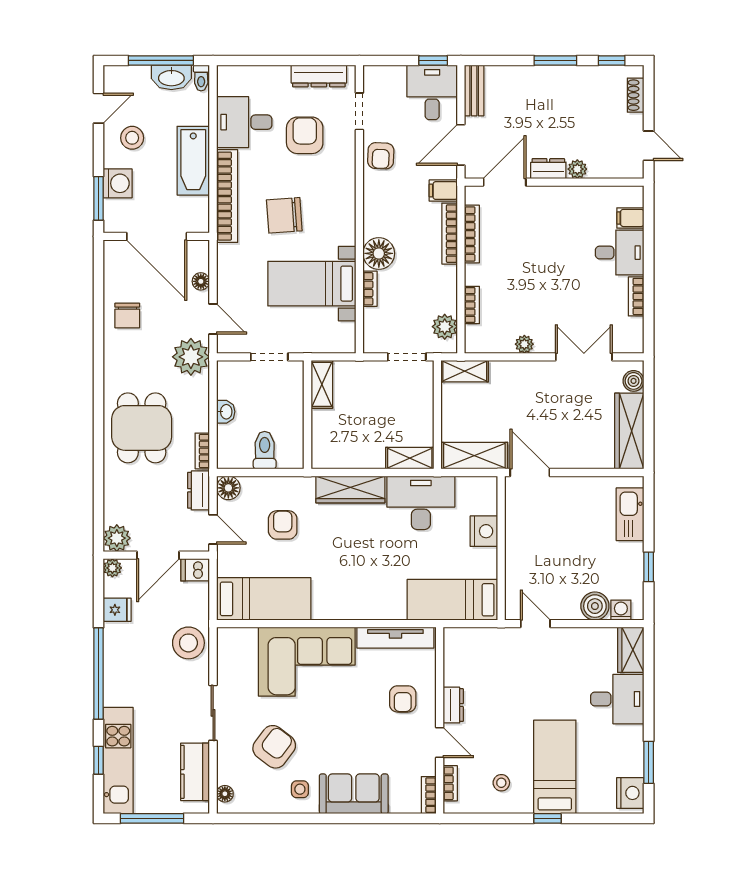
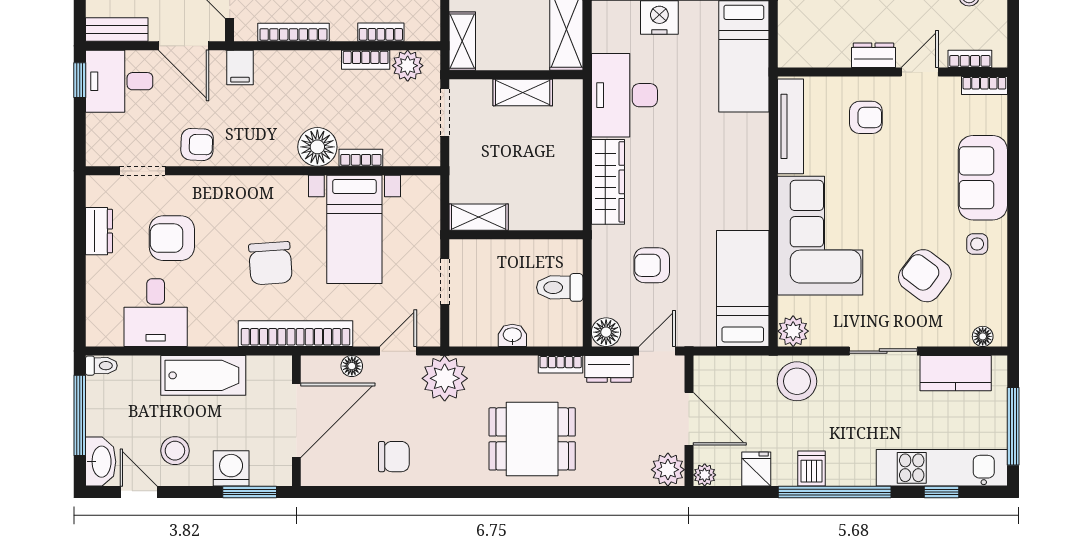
dresser: (319, 76) -> (99, 231), width x0.70
washbasin: (171, 77) -> (101, 462), moved
bookcase: (227, 196) -> (296, 334), moved
bookcase: (450, 234) -> (366, 60), moved, width x0.64
shelving: (410, 458) -> (523, 92), moved, turned 90
dishwasher: (195, 570) -> (811, 469), moved, turned 180
plant: (229, 640) -> (793, 331), added

